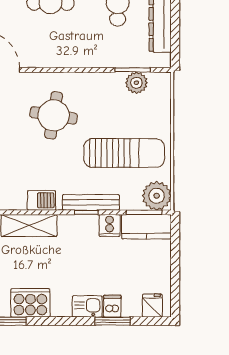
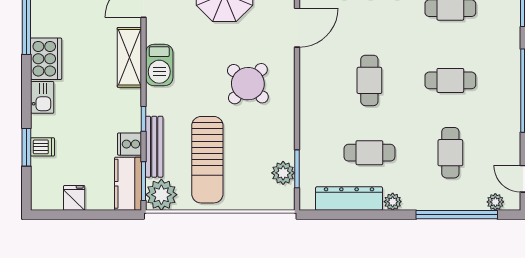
round table: (54, 115) -> (248, 84), turned 34
barbecue: (42, 200) -> (159, 65), width x1.38, depth x1.27
bench: (91, 202) -> (154, 147), moved
kitchen sink: (87, 306) -> (42, 97), moved
fridge: (152, 306) -> (74, 198), moved, turned -90

